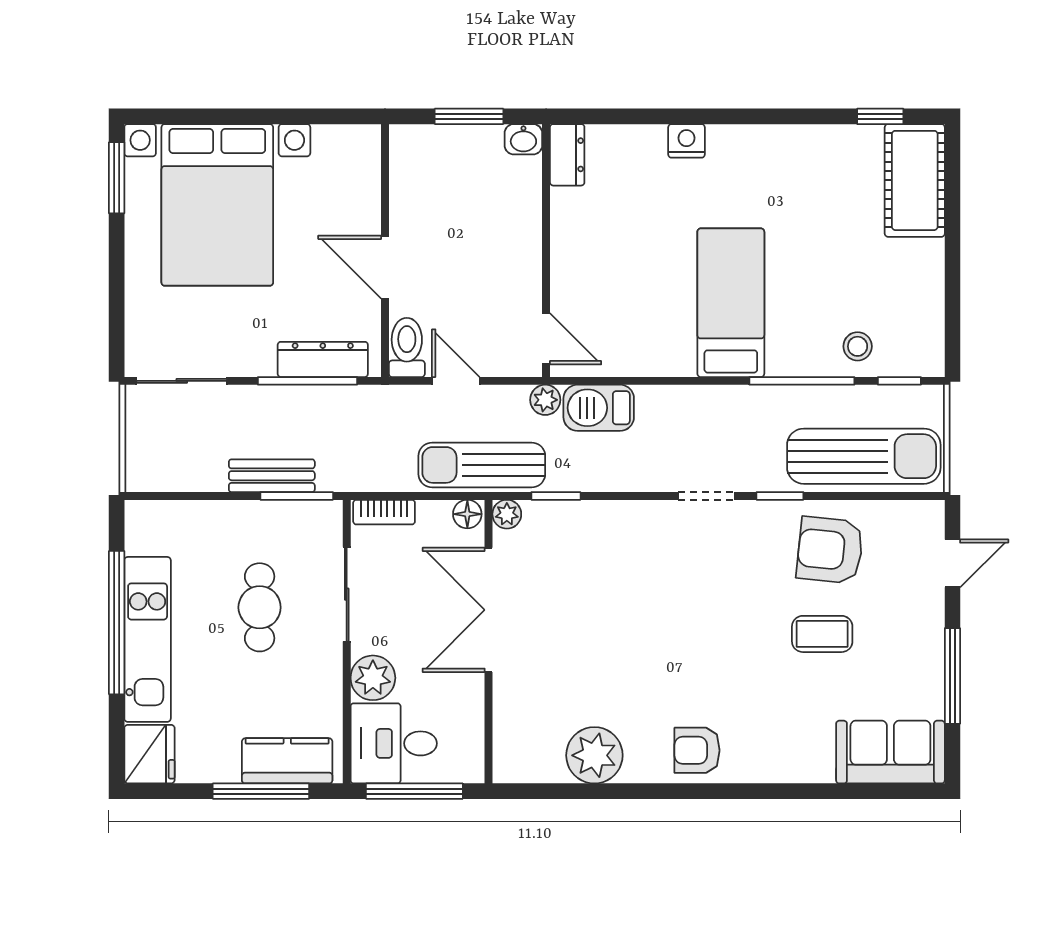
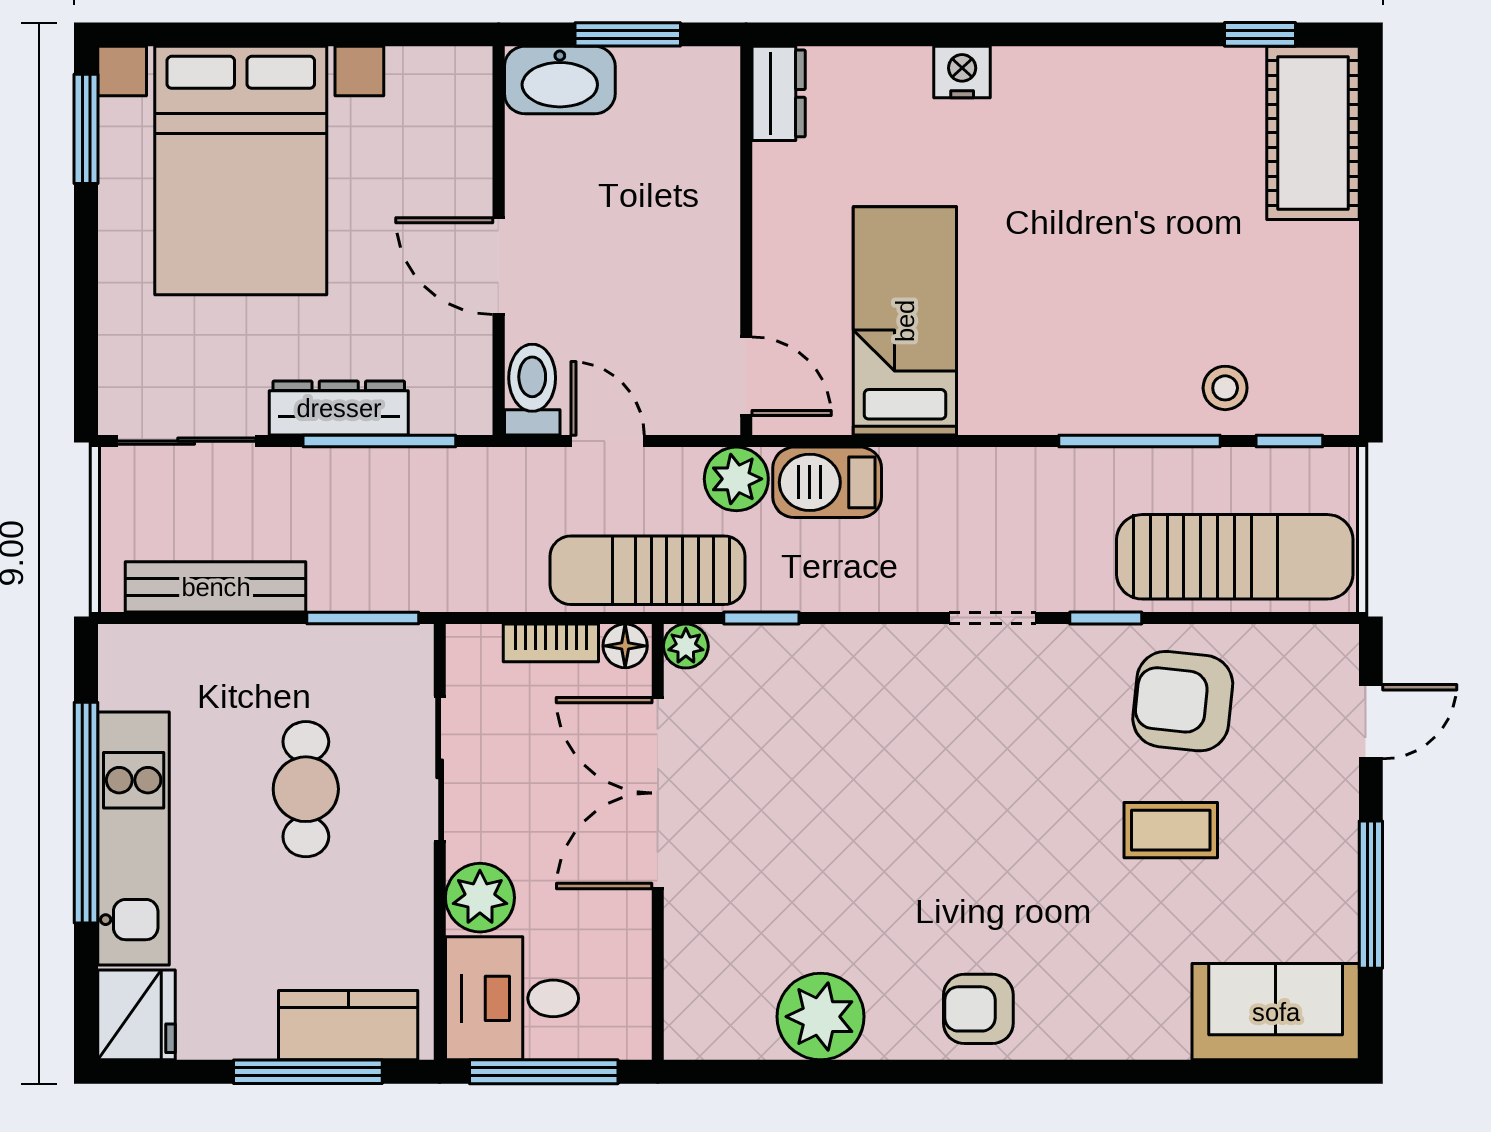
washbasin: (523, 139) -> (560, 80), moved, width x1.91, depth x1.45
bed: (731, 303) -> (905, 321), moved
dresser: (323, 359) -> (339, 408), moved
plant: (545, 400) -> (736, 479), width x1.38, depth x1.38
bench: (272, 476) -> (216, 587), moved, width x1.36
bookcase: (384, 512) -> (551, 643), moved

